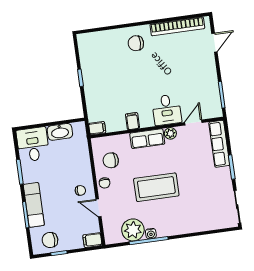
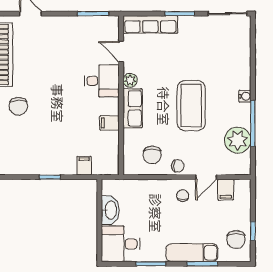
filing cabinet: (97, 128) -> (84, 166), moved
water cooler: (151, 234) -> (245, 96), moved
filing cabinet: (92, 240) -> (226, 190), moved

